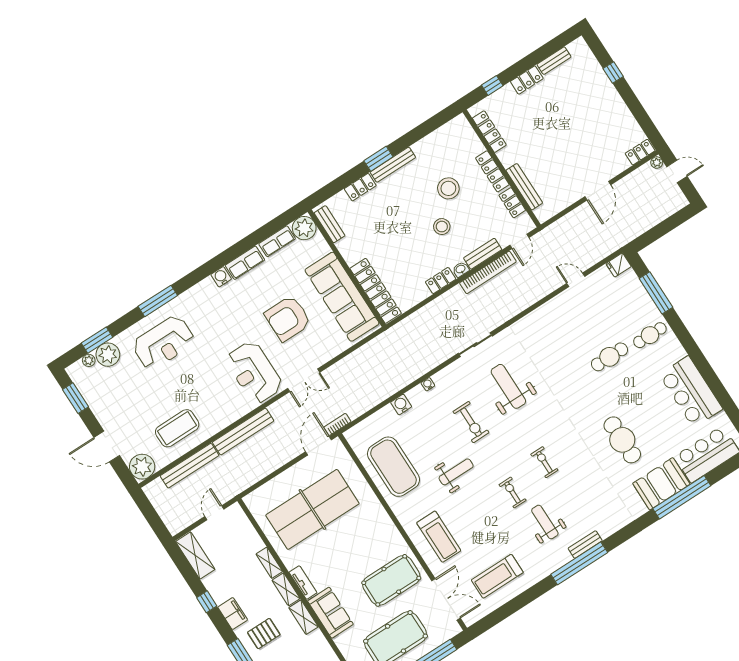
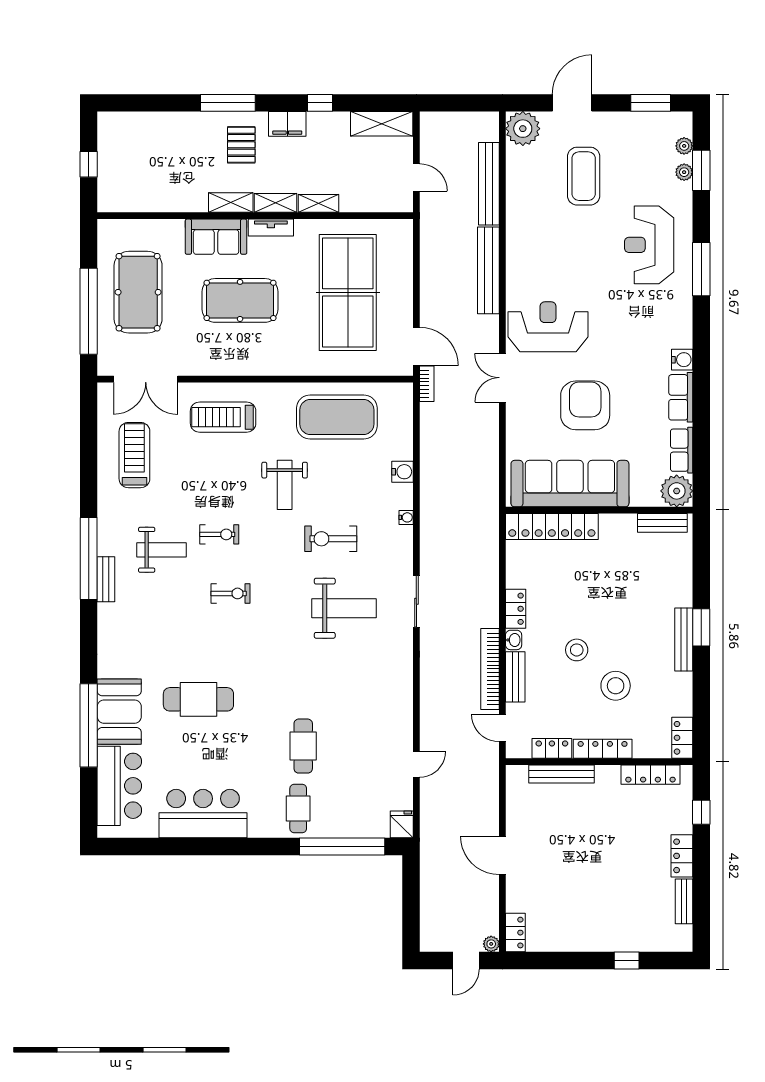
locker: (360, 187) -> (682, 738), moved
window: (656, 293) -> (342, 847), width x1.46
plant: (108, 355) -> (684, 172), width x0.53, depth x0.53
coffee table: (177, 428) -> (584, 176), moved
pool table: (391, 580) -> (240, 300), moved, turned 90

